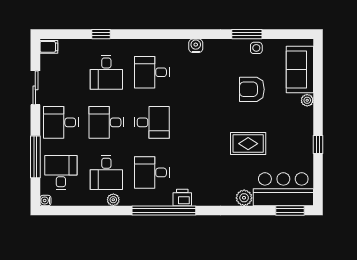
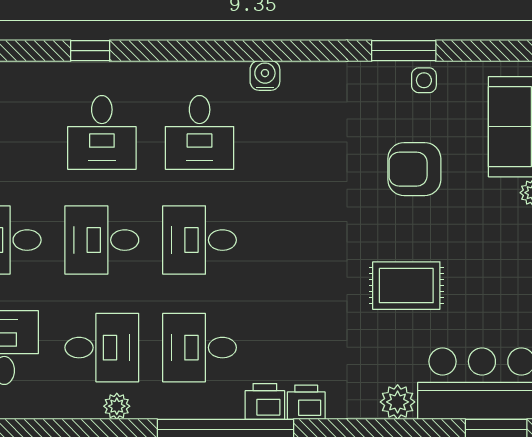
water cooler: (196, 46) -> (265, 75), moved
desk: (152, 72) -> (200, 132), turned -90
desk: (152, 122) -> (200, 240), turned 180
desk: (106, 172) -> (102, 348), turned -90
printer: (201, 198) -> (306, 402), added

